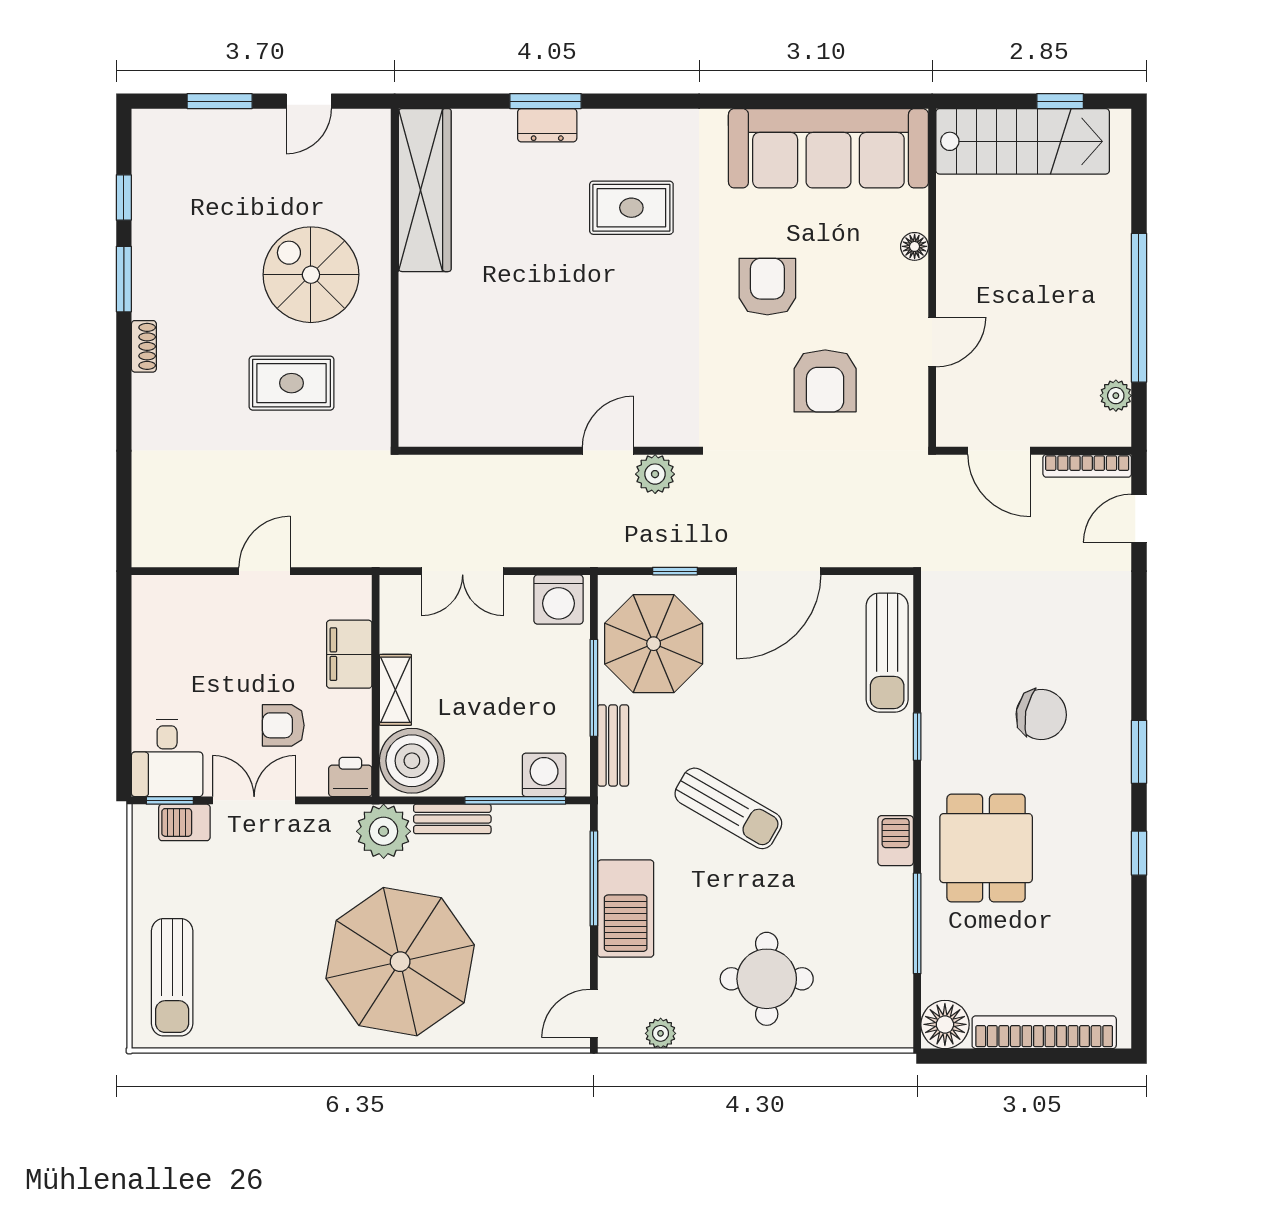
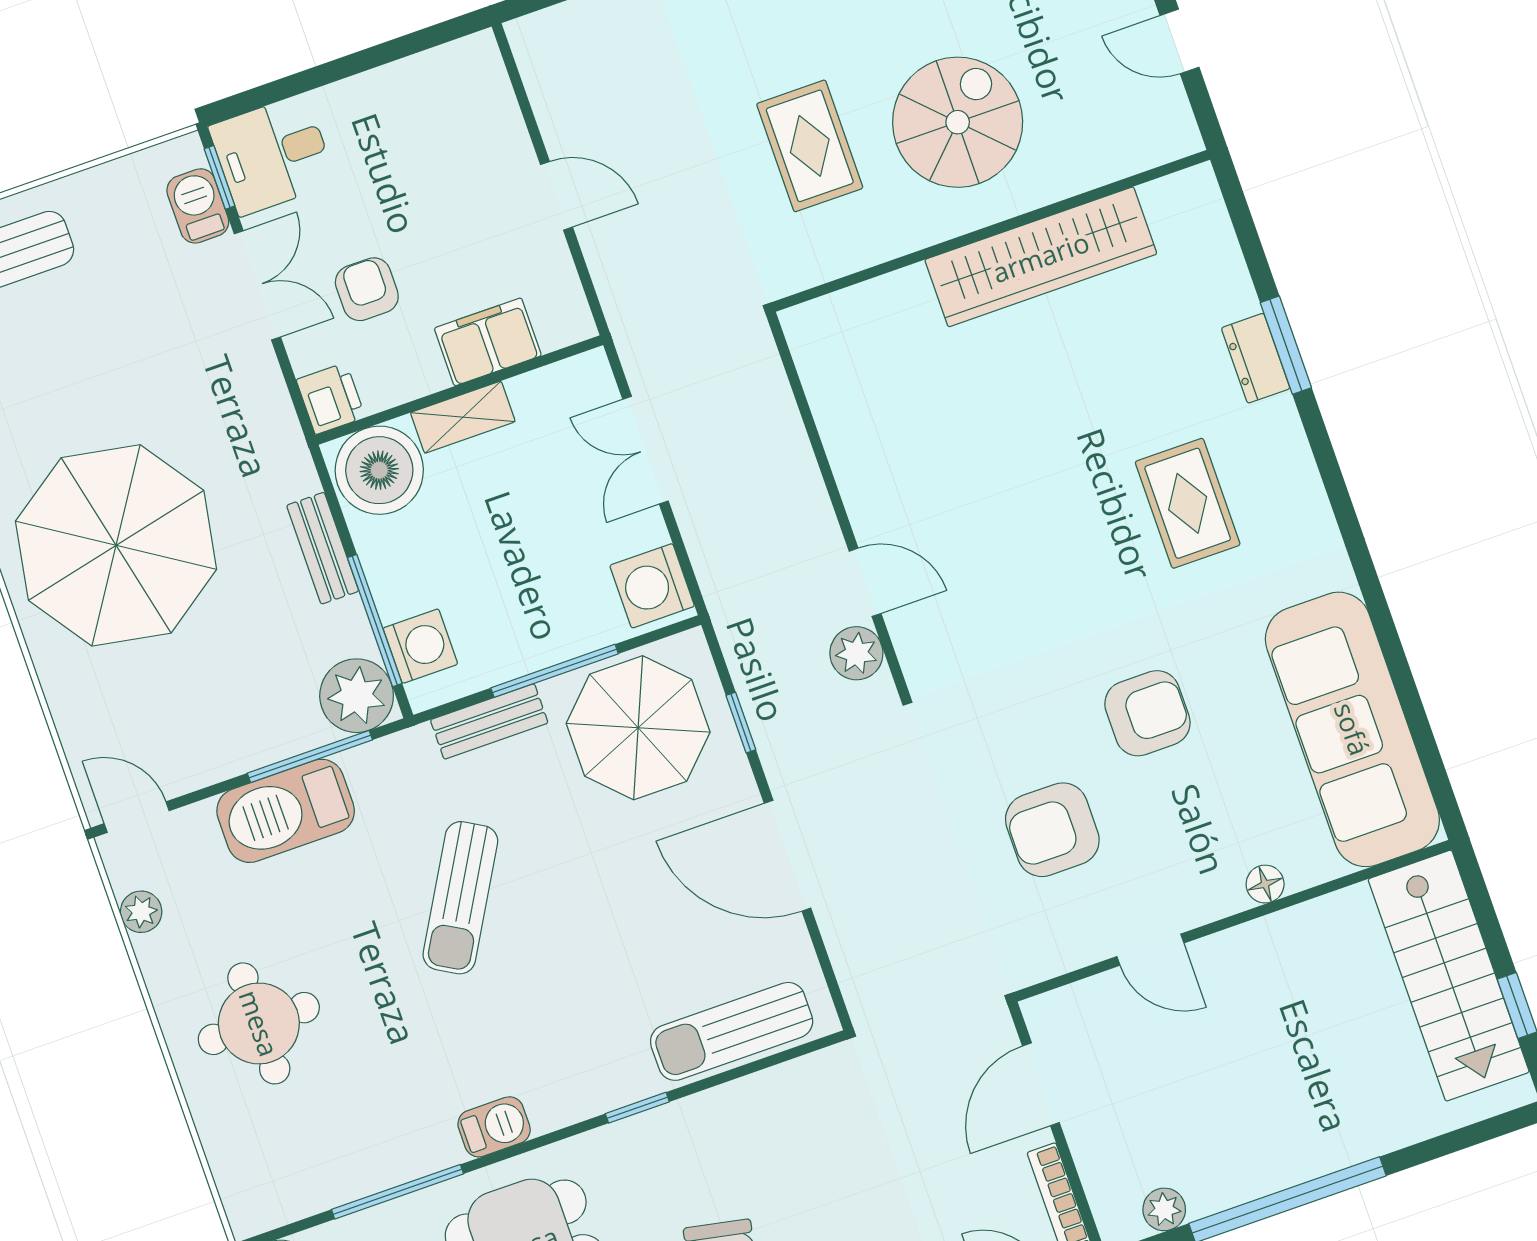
wardrobe: (425, 190) -> (1041, 257), moved
plant: (384, 831) -> (357, 696), moved

